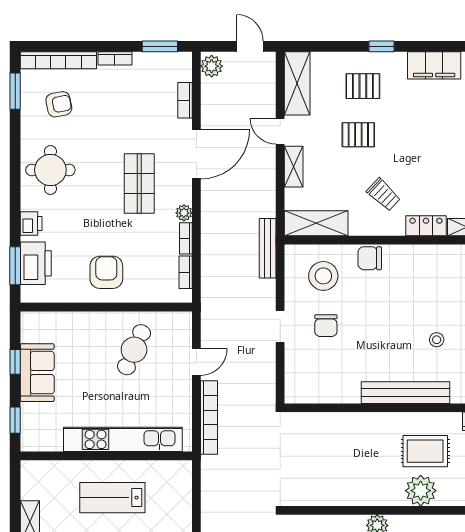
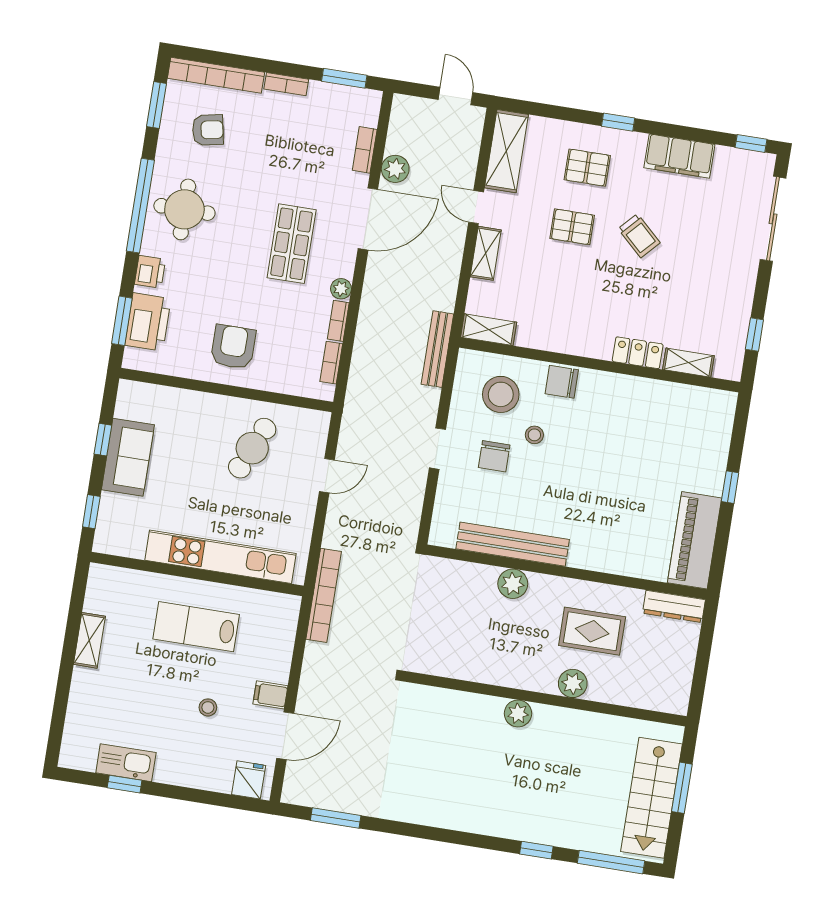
plant: (212, 66) -> (395, 169), moved
window: (15, 173) -> (140, 206), added
trolley: (383, 195) -> (639, 236), moved
shelving: (316, 223) -> (489, 330), width x0.67, depth x0.75
stool: (437, 340) -> (534, 435), moved
bench: (406, 393) -> (513, 544), moved
bookcase: (209, 417) -> (324, 595), moved
plant: (357, 424) -> (513, 584), added
plant: (421, 491) -> (573, 683), width x0.73, depth x0.73

